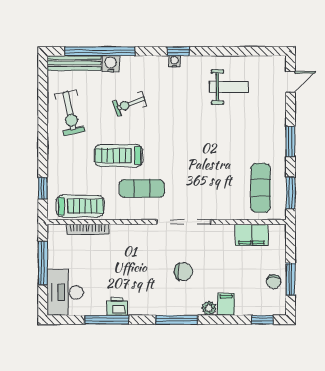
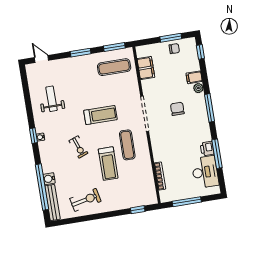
exercise bike: (130, 104) -> (78, 147), moved
treadmill: (80, 206) -> (100, 115), moved, turned 90
desk: (65, 292) -> (205, 172), moved, turned -90

